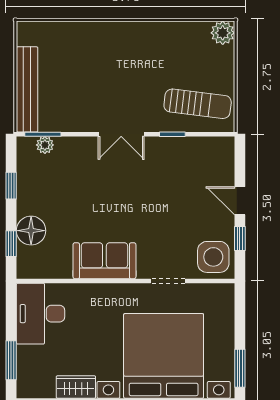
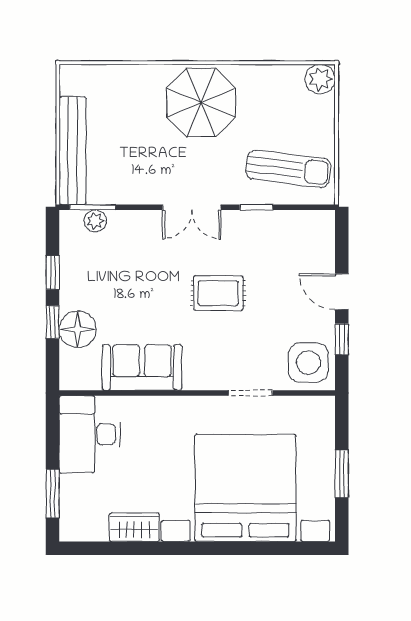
parasol: (129, 51) -> (201, 103), added
rug: (142, 202) -> (218, 293), added
window: (11, 244) -> (53, 322), moved
sofa: (104, 261) -> (142, 367), moved
window: (240, 368) -> (342, 474), moved

